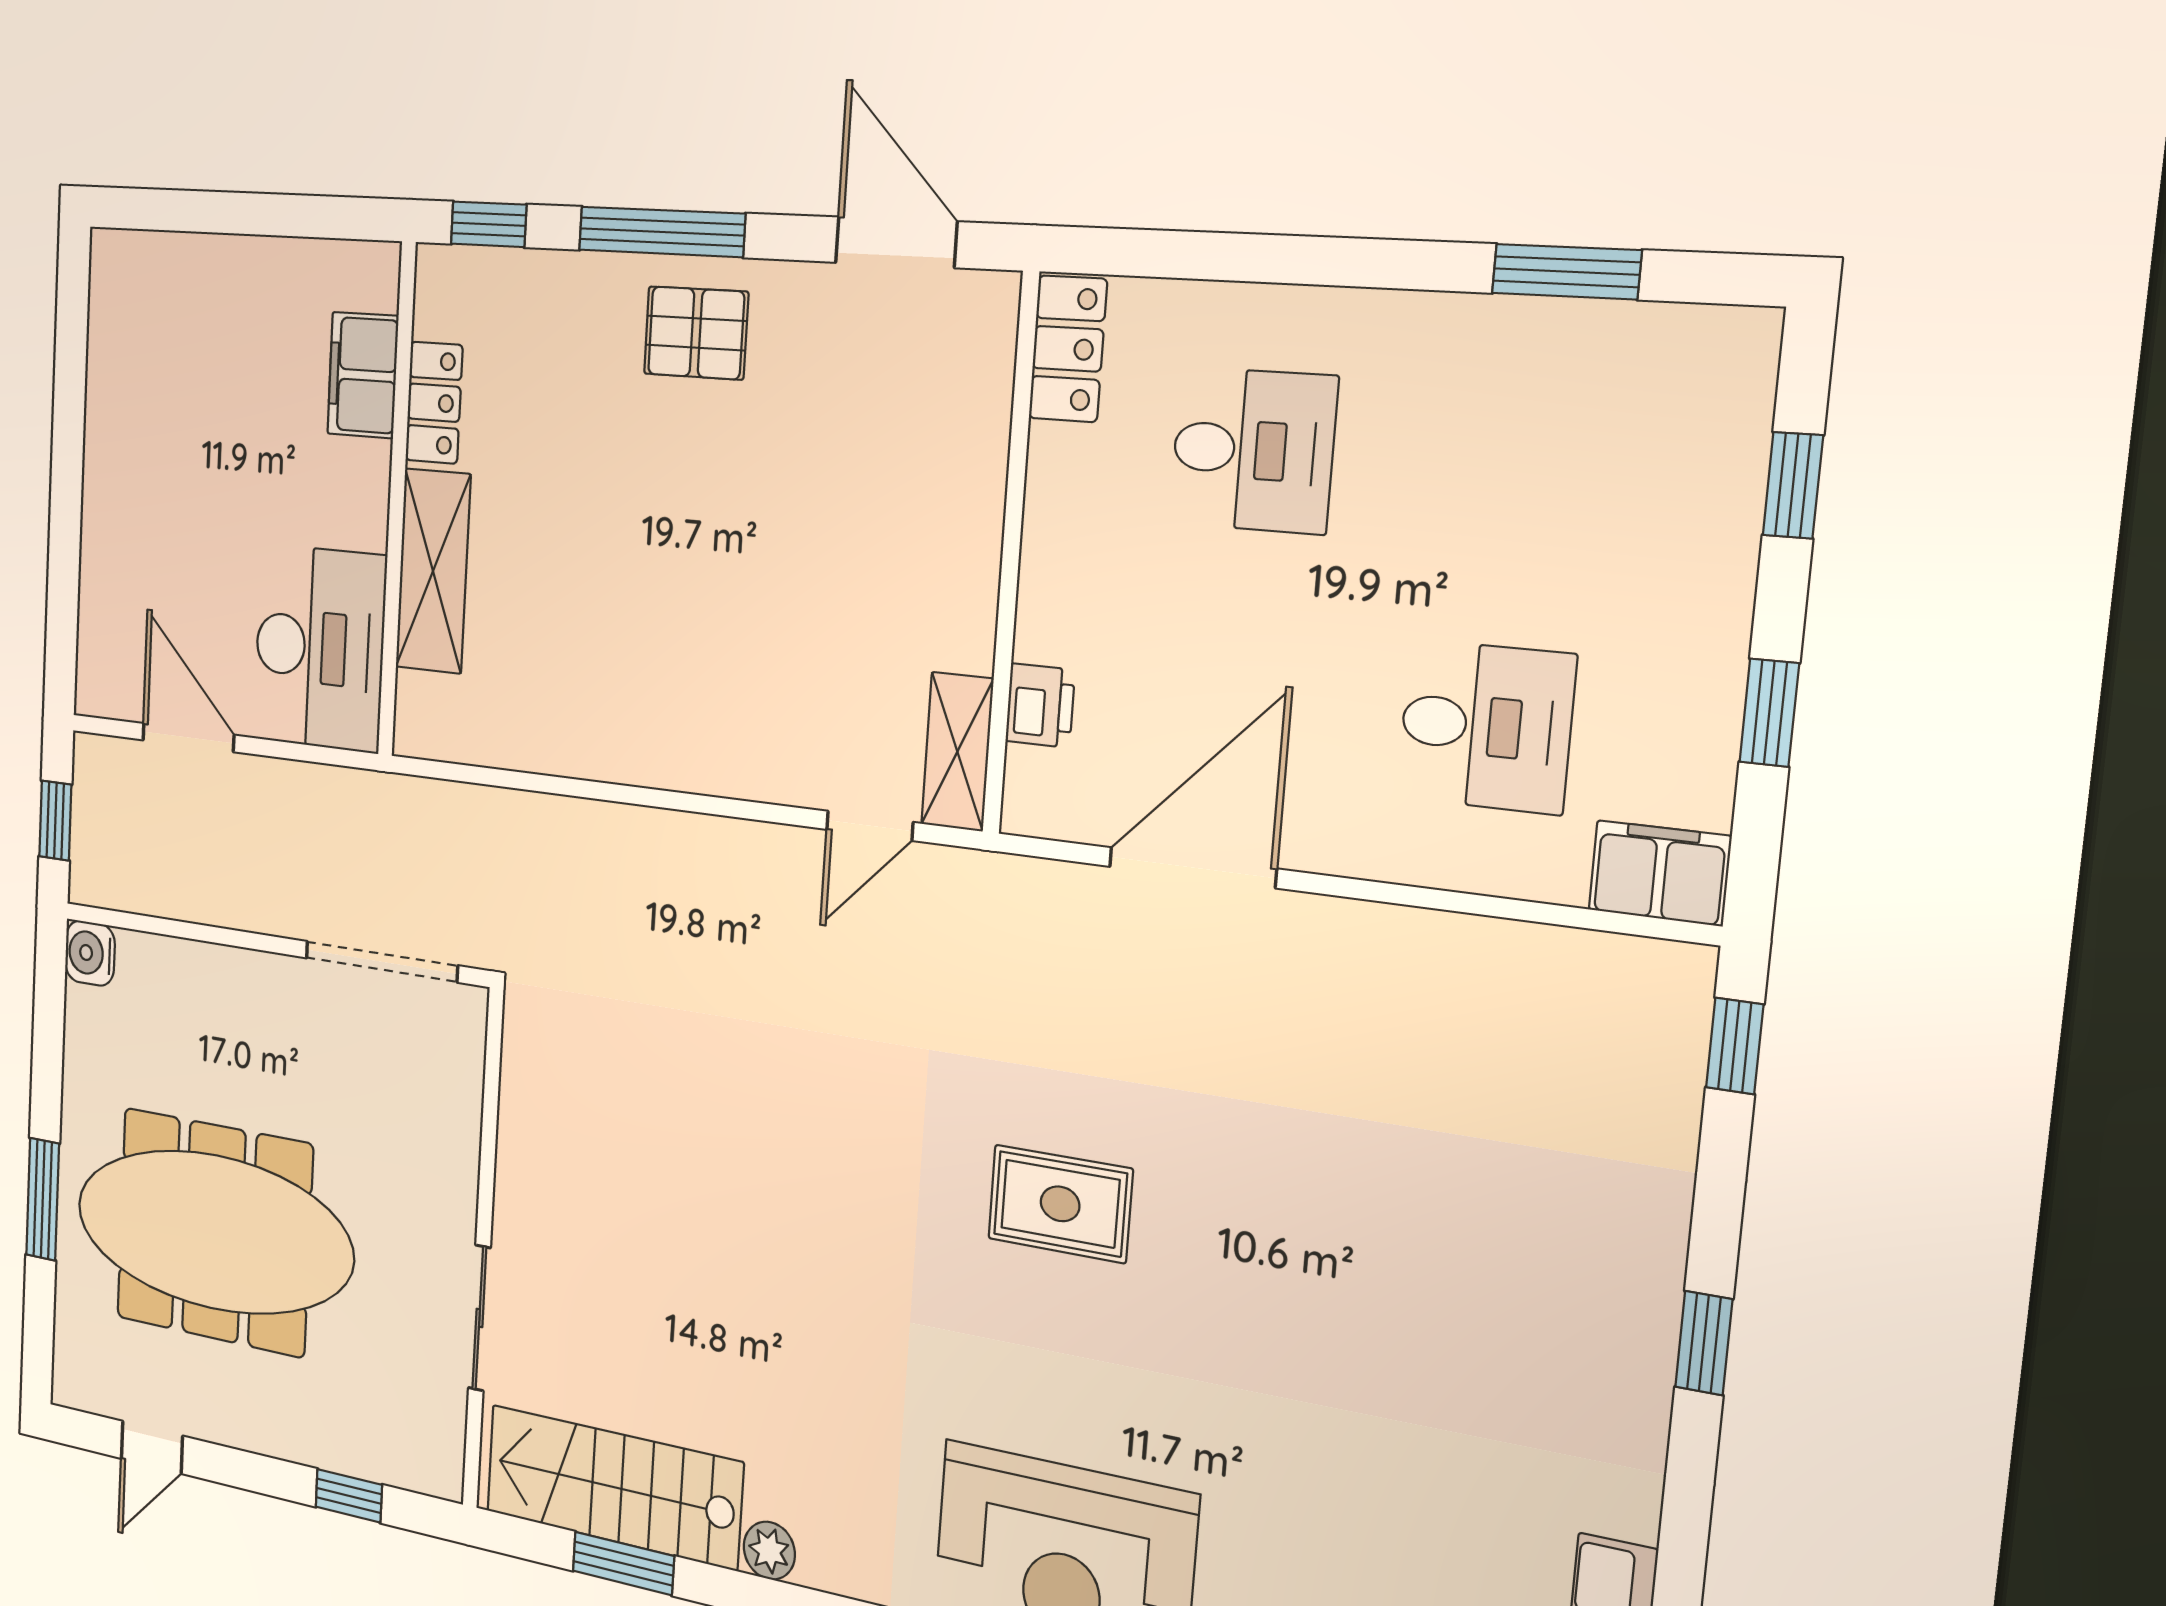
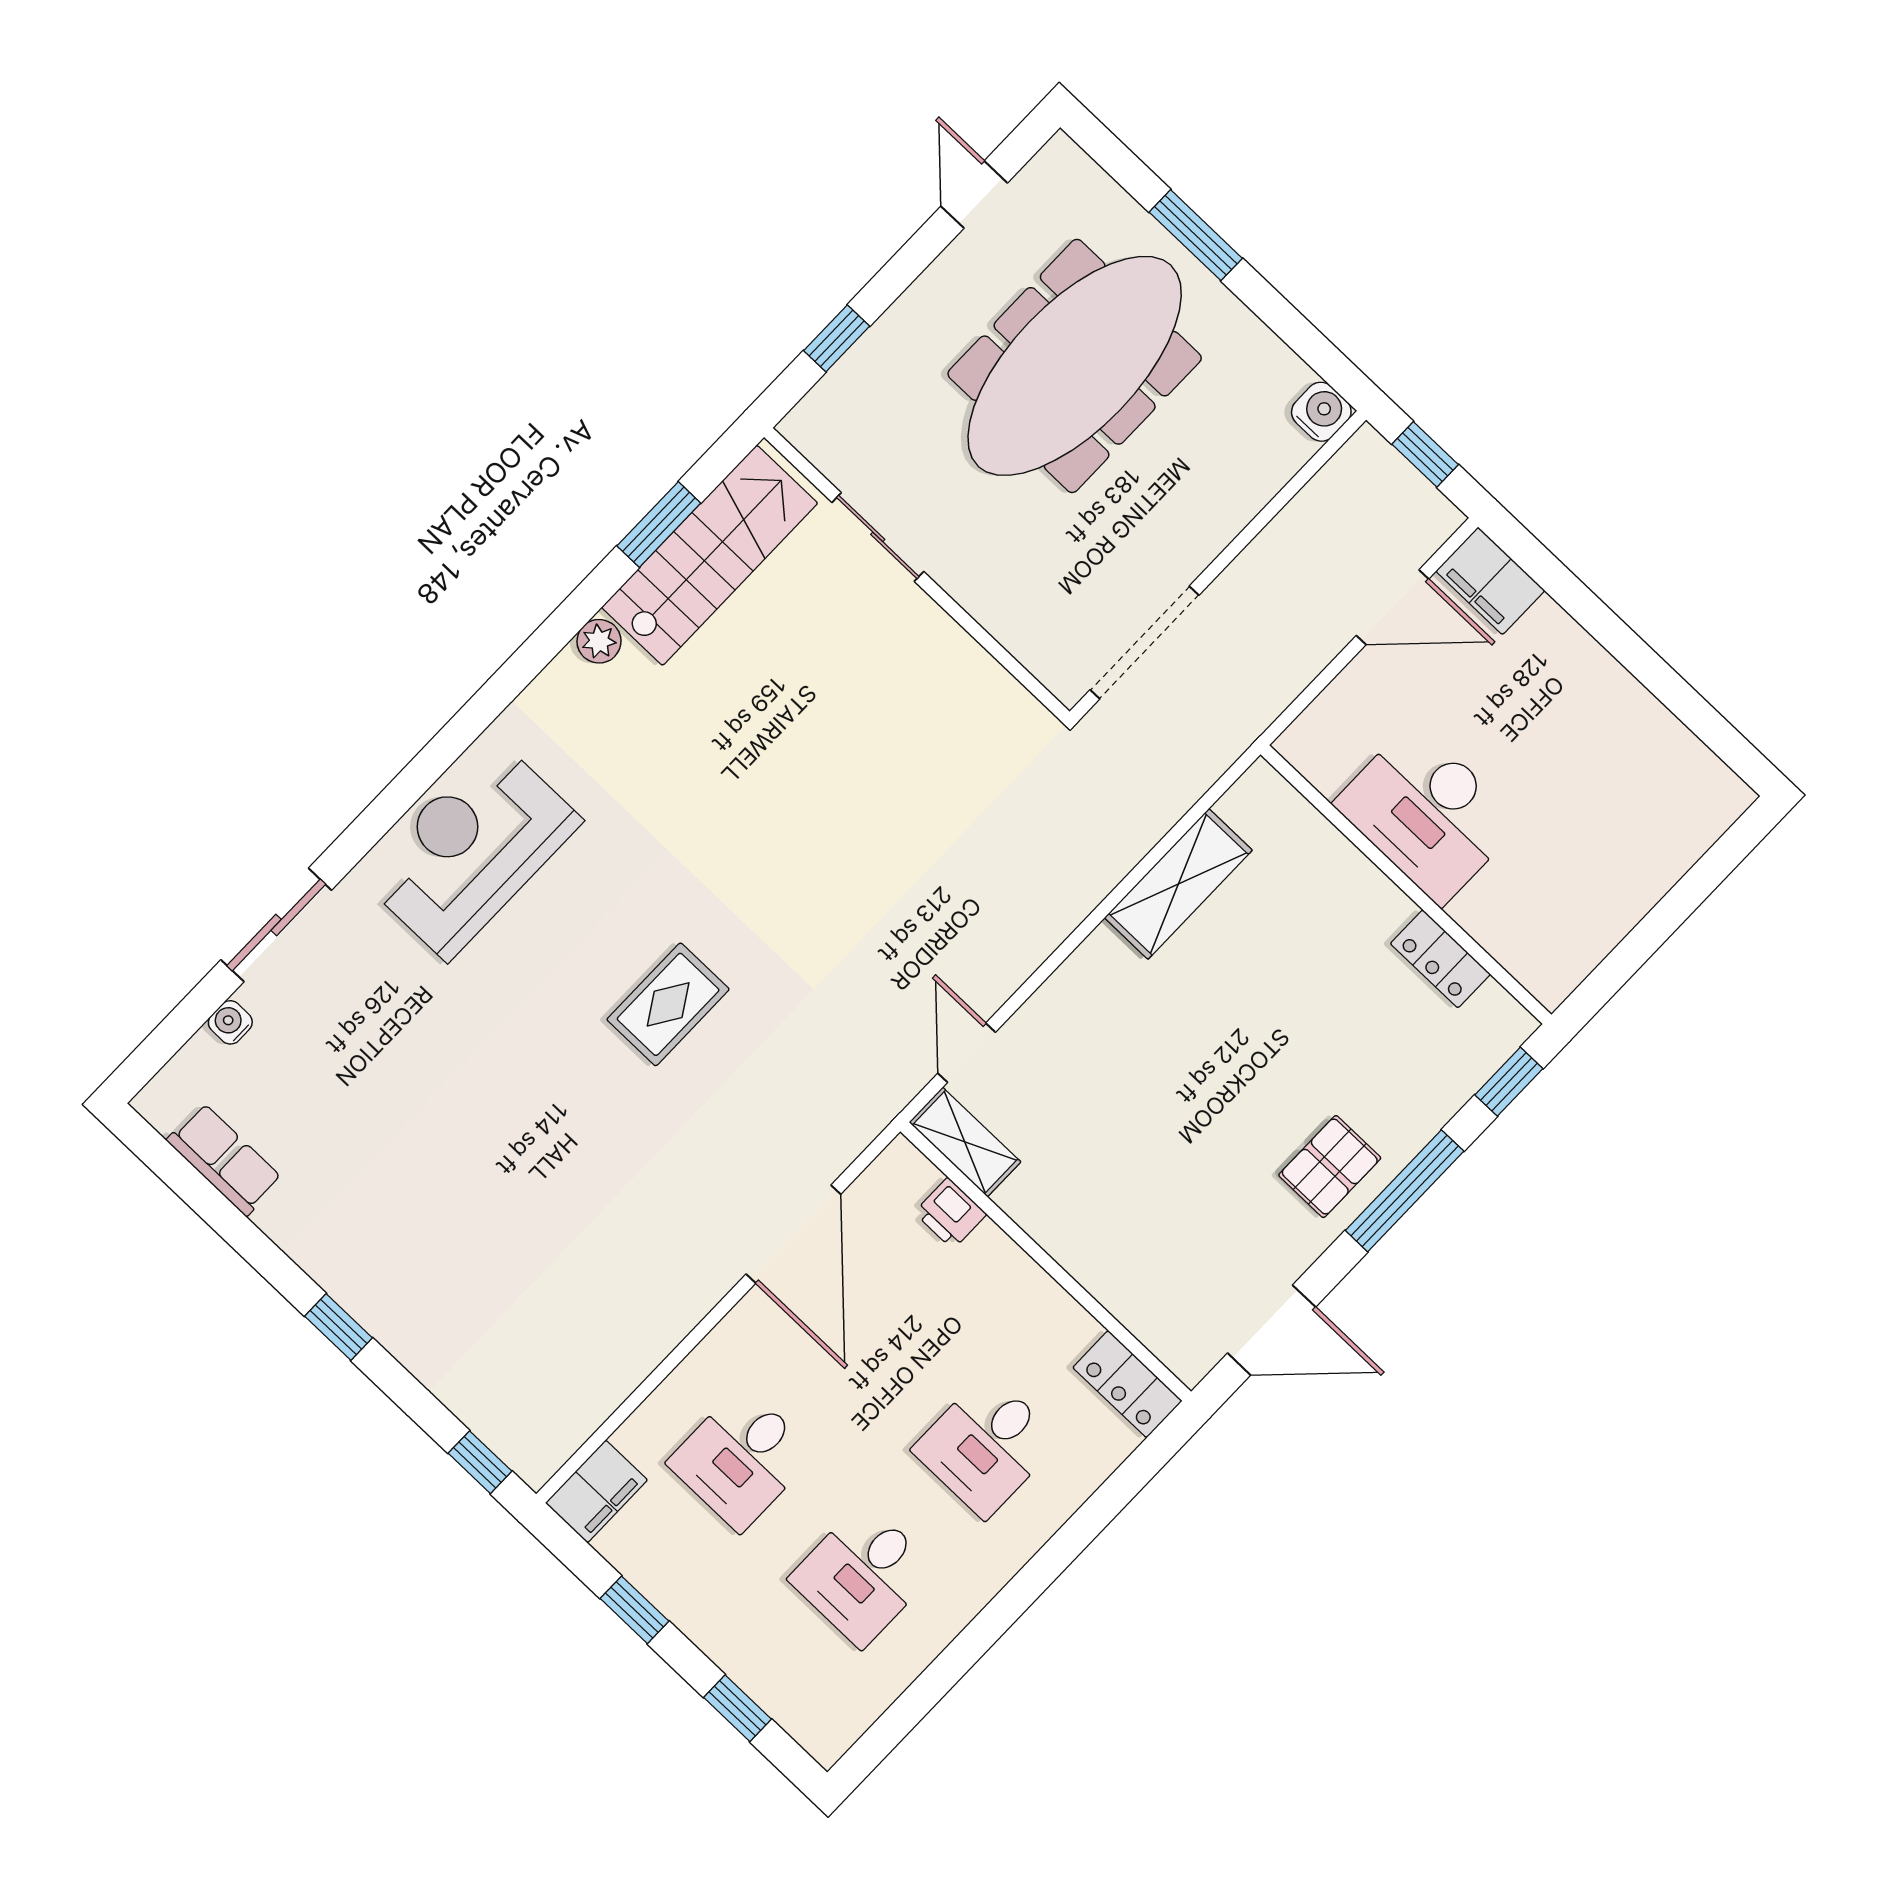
window: (1566, 272) -> (937, 1680), removed
filing cabinet: (363, 375) -> (1490, 581), moved, turned 180
desk: (1510, 468) -> (863, 1574), added
shelving: (433, 571) -> (1178, 884), moved, turned 90
desk: (320, 648) -> (1427, 813), moved

